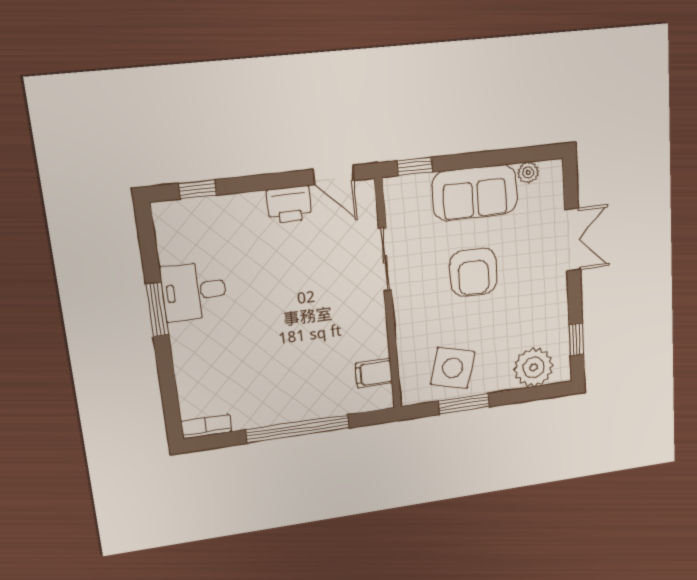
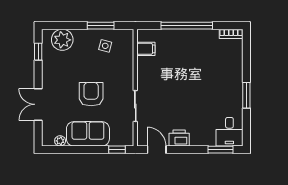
window: (198, 189) -> (220, 150), width x1.50
desk: (194, 291) -> (229, 132), moved, turned 90
side table: (453, 368) -> (105, 46), width x0.54, depth x0.54

